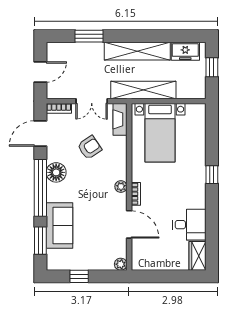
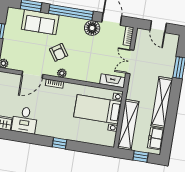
shelving: (143, 90) -> (128, 125), moved
armchair: (90, 147) -> (59, 52), moved
floor lamp: (56, 172) -> (92, 28), moved

